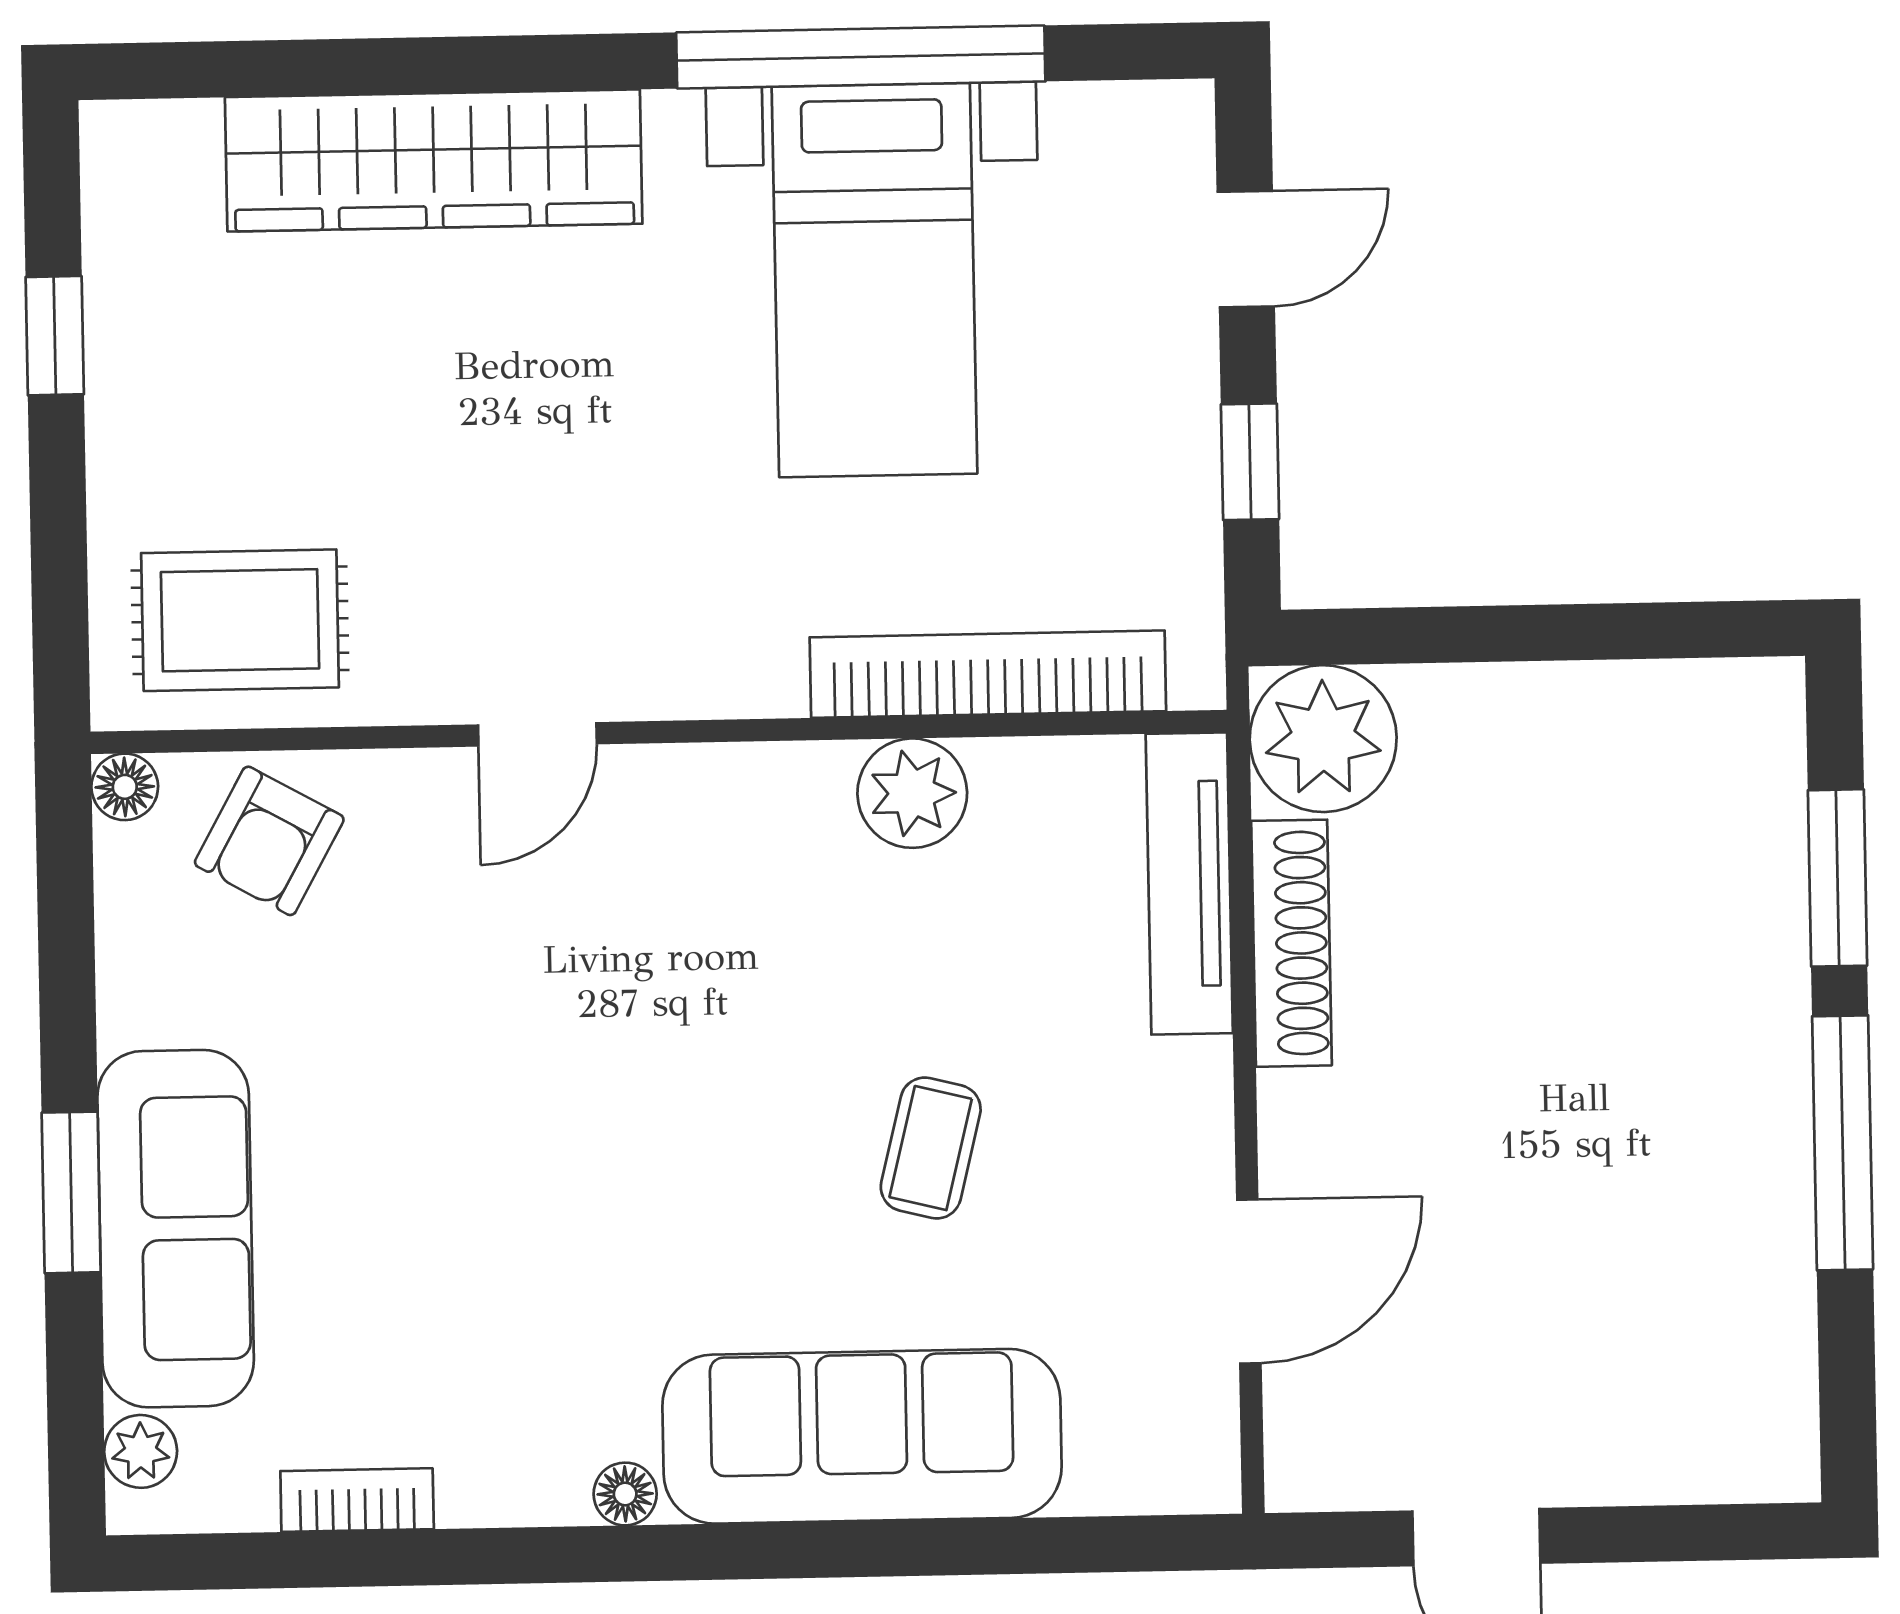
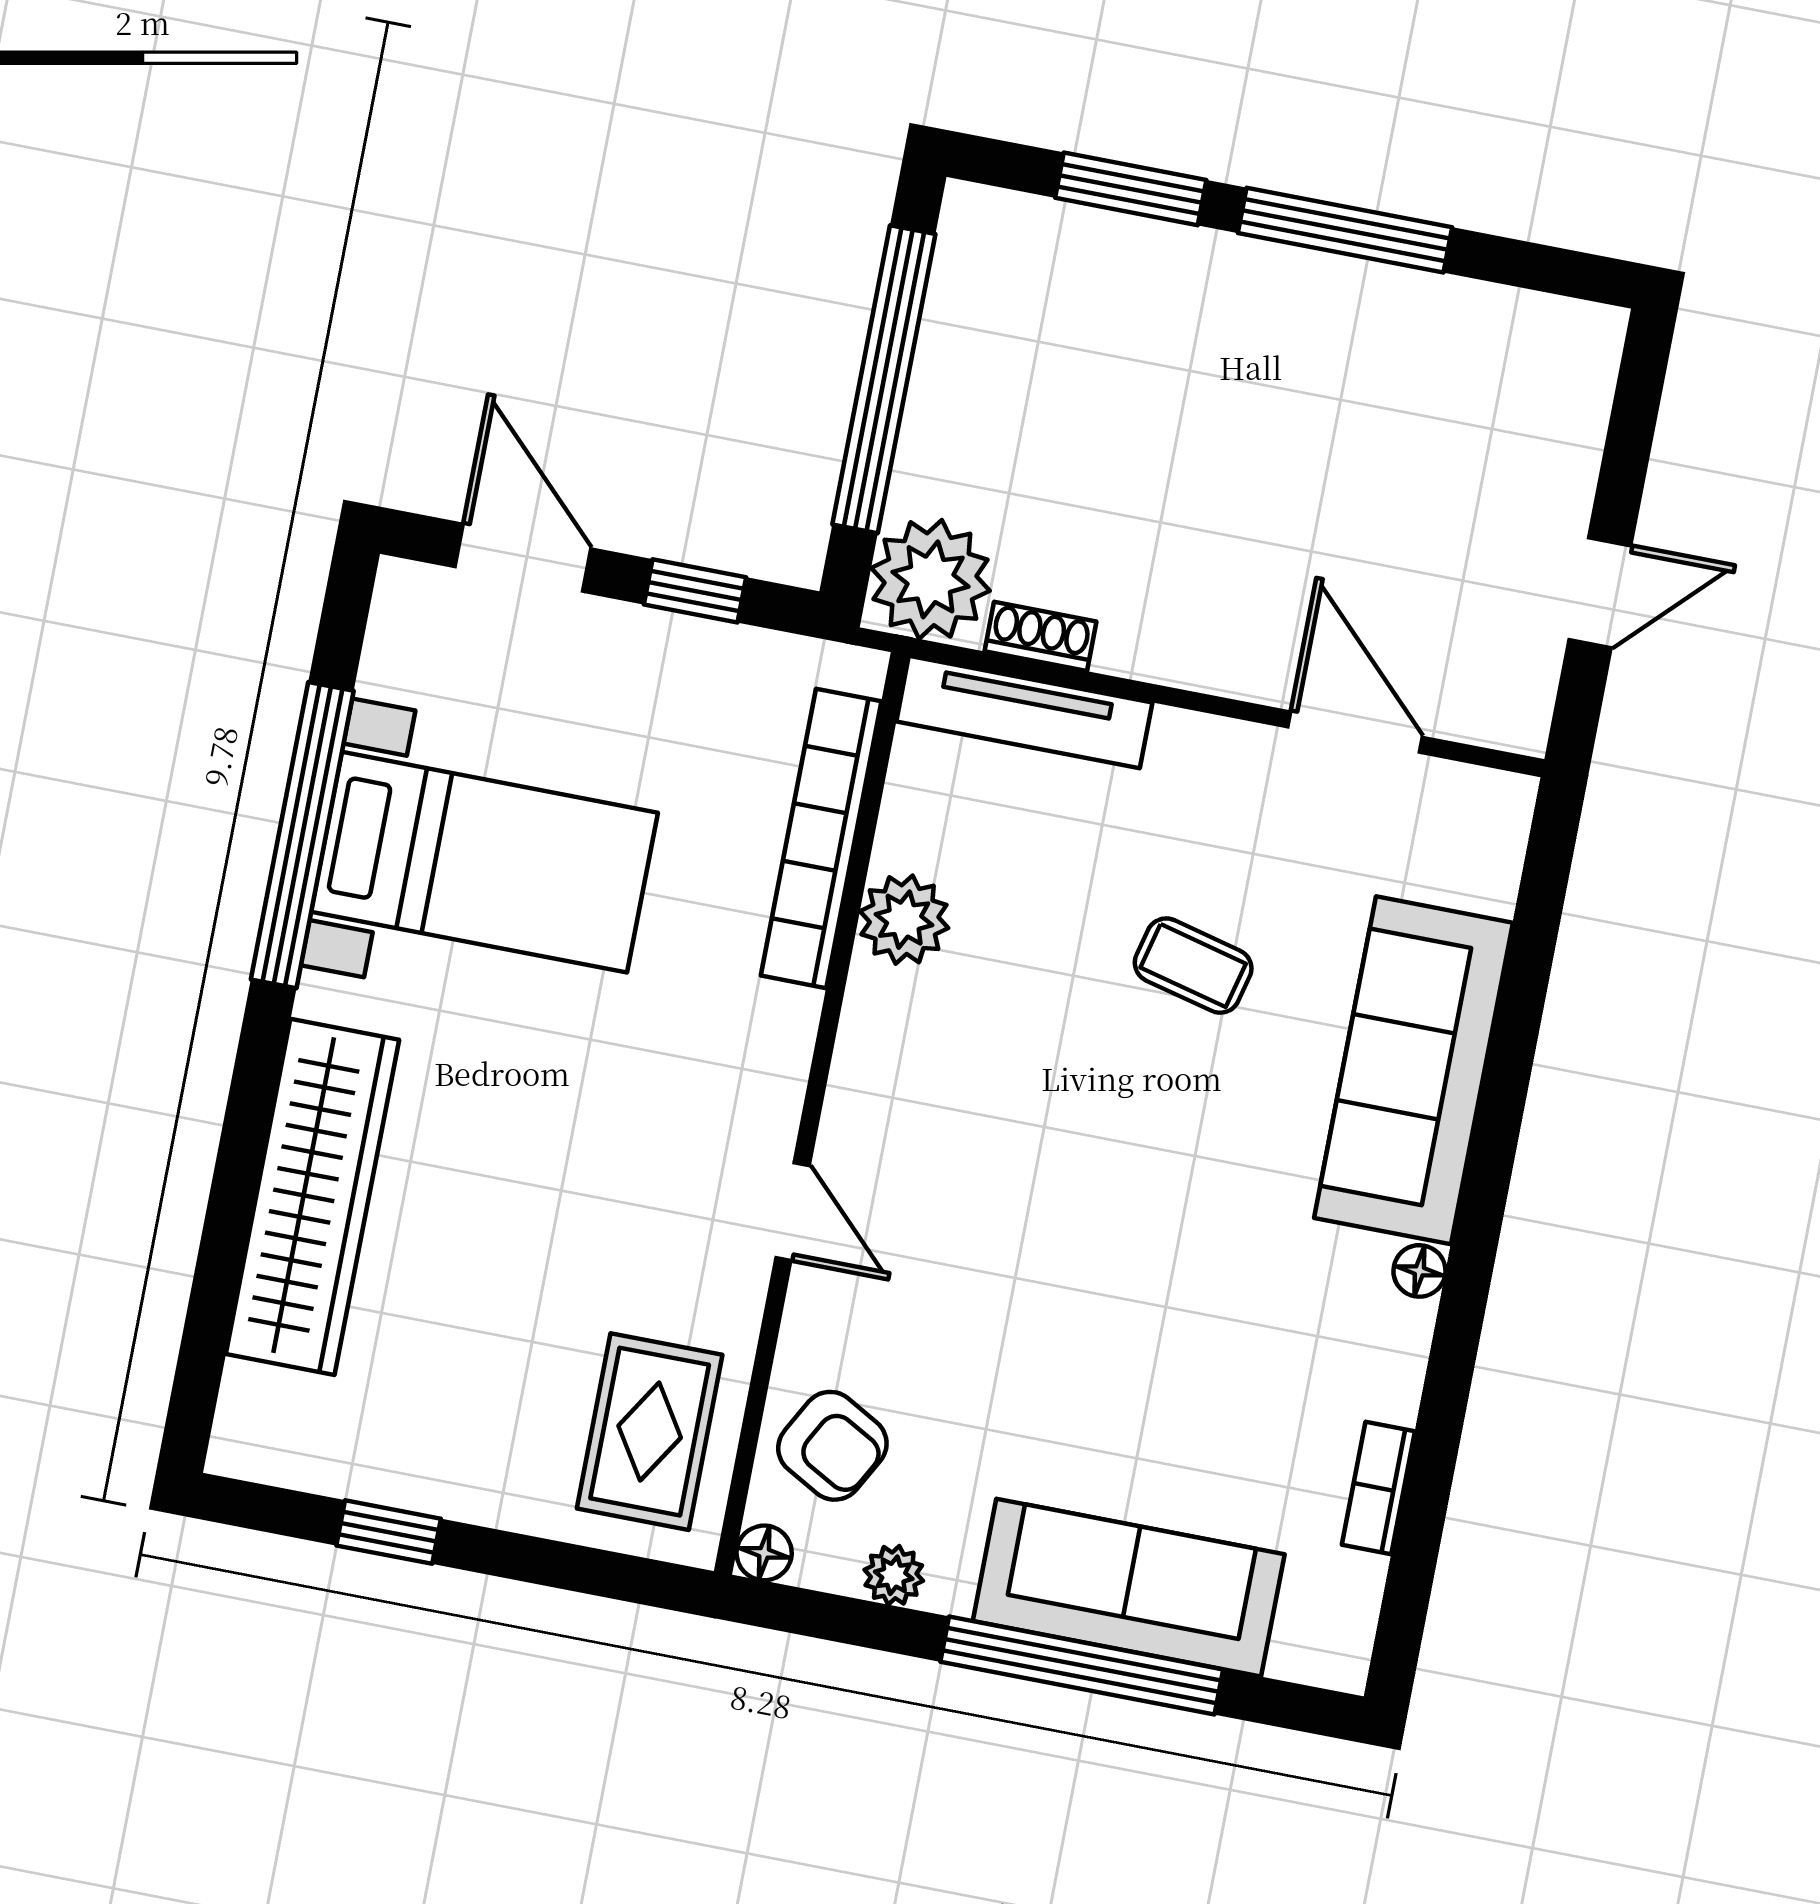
door: (1246, 249) -> (523, 558), width x1.38
window: (1549, 633) -> (884, 379), added
shoe rack: (1292, 943) -> (1040, 636), width x0.51, depth x0.81
window: (71, 1192) -> (1082, 1666), width x2.11
plant: (141, 1451) -> (894, 1575), moved

